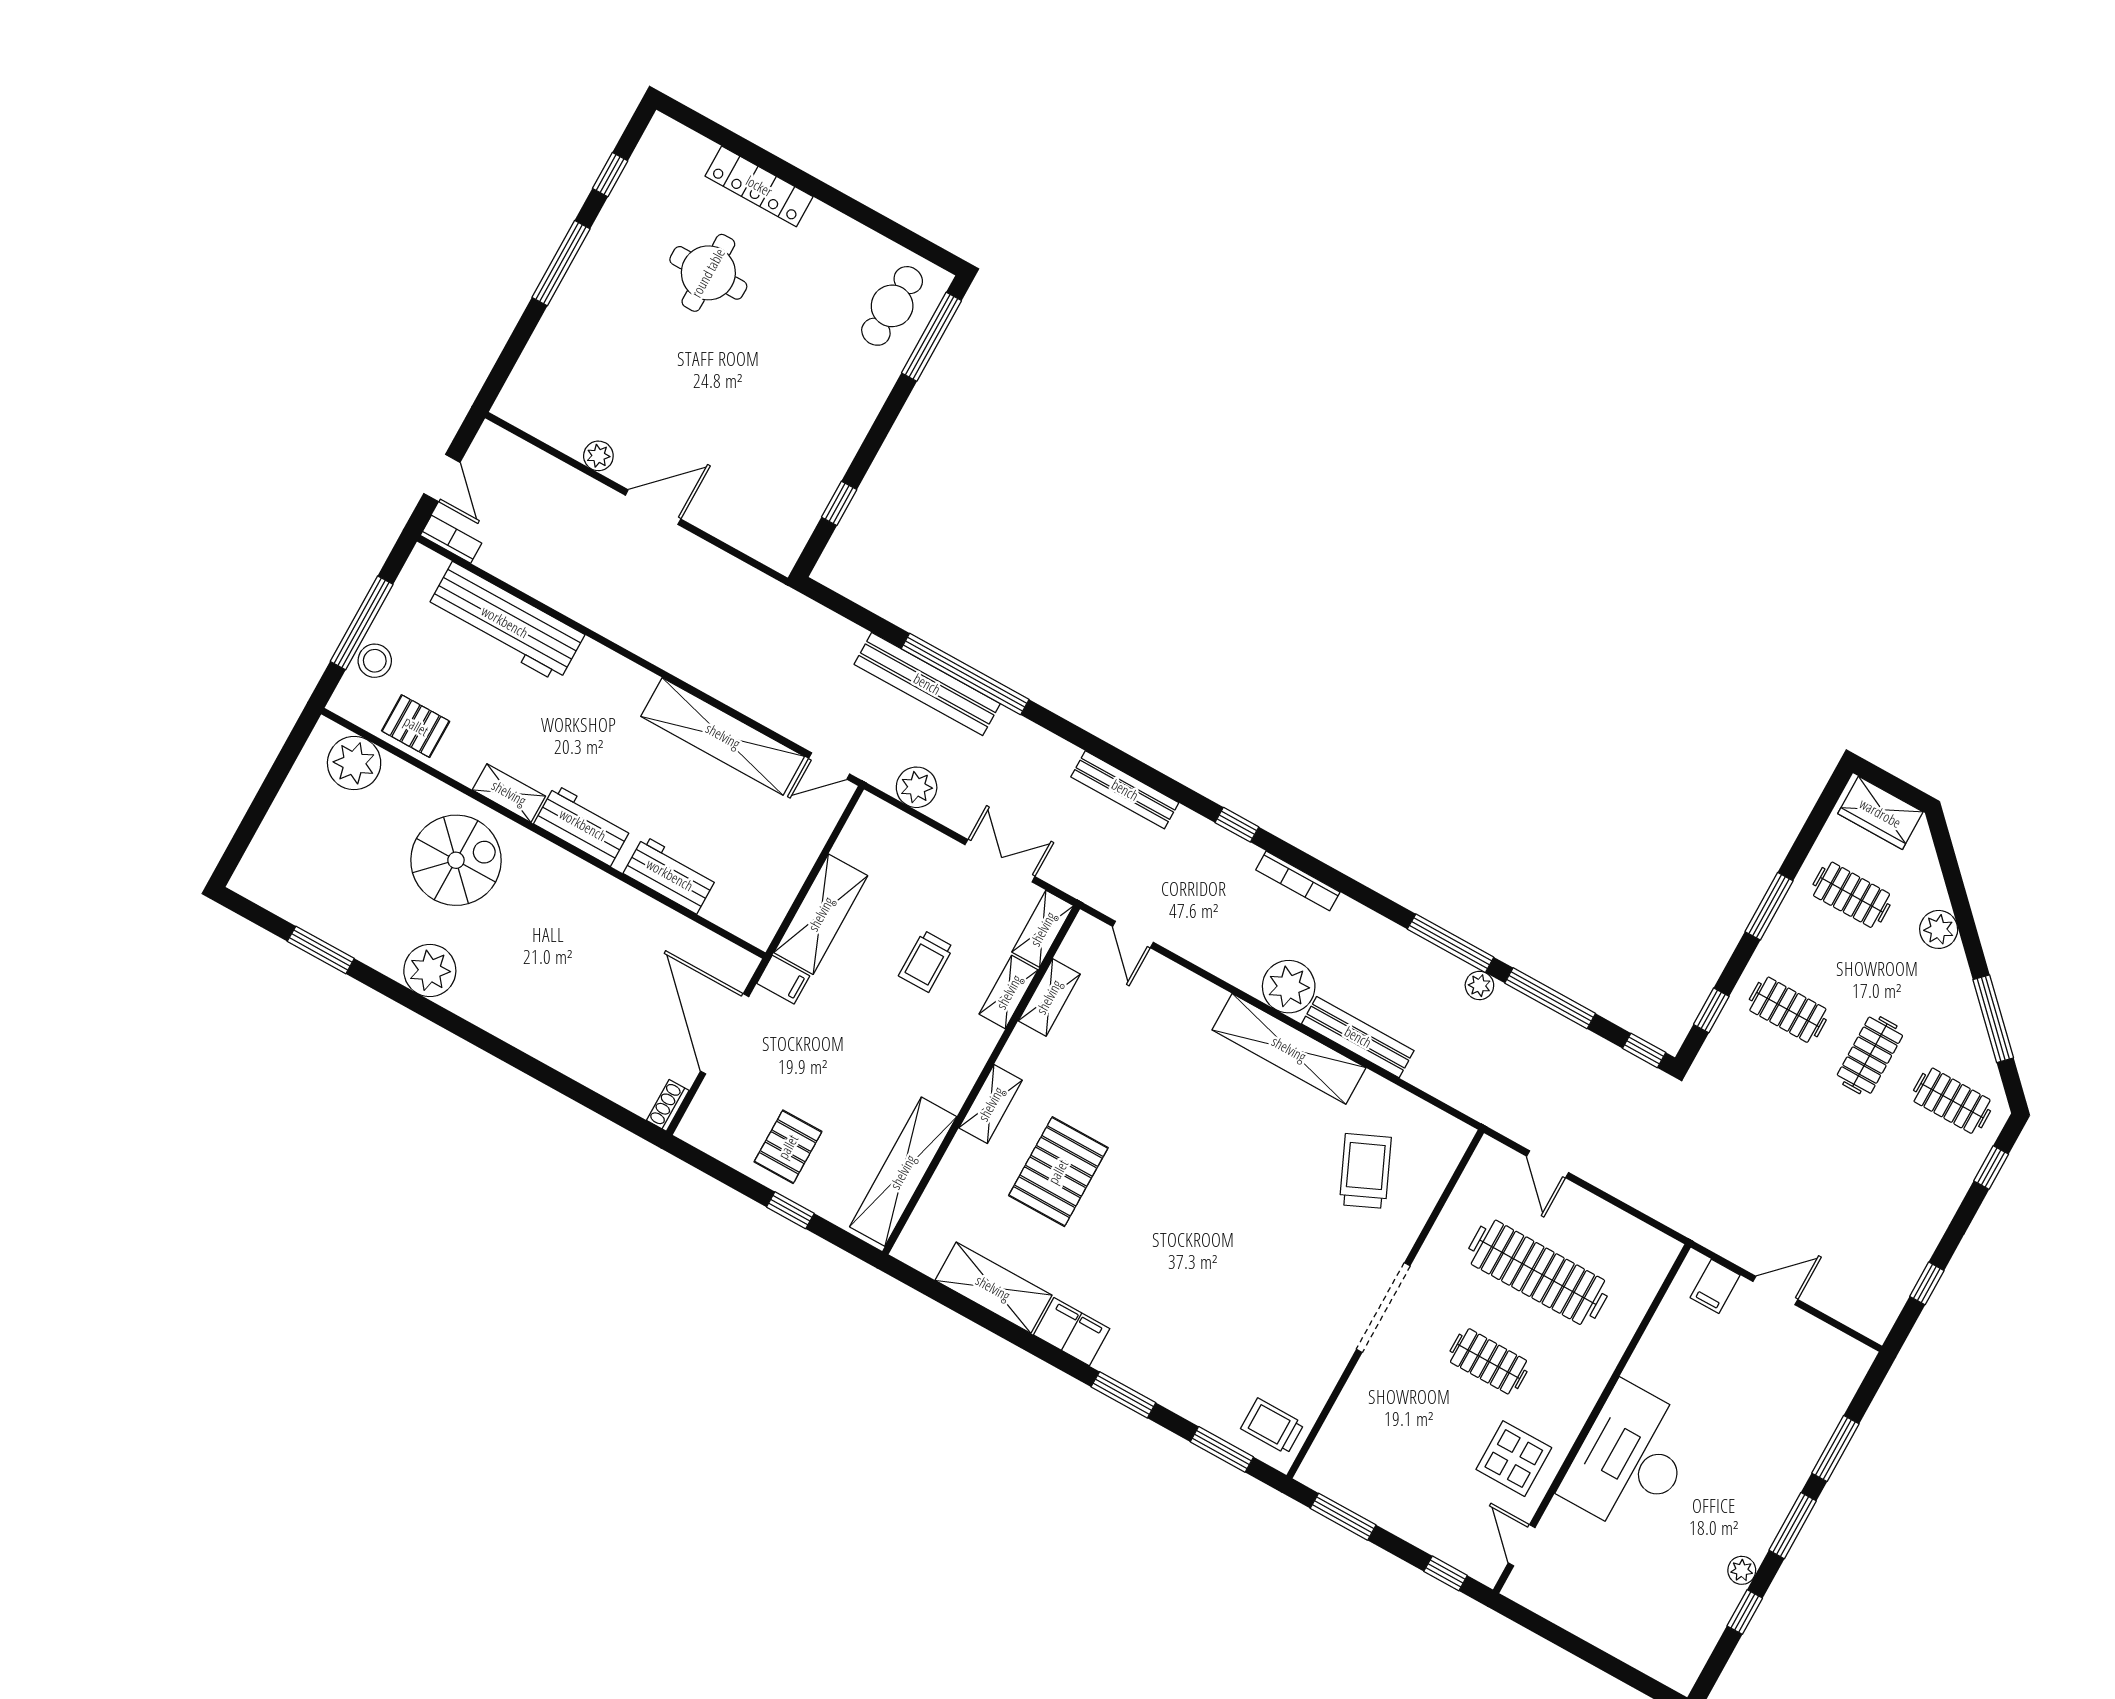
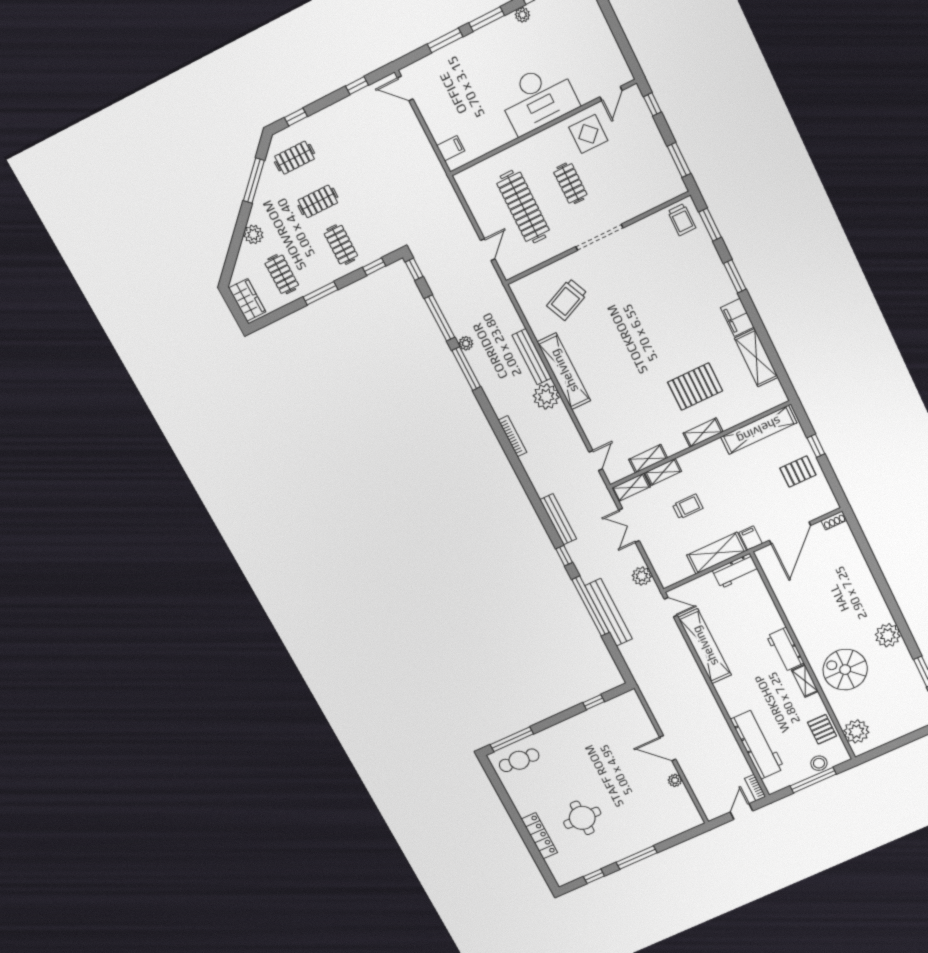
window: (1237, 825) -> (564, 556), moved
workbench: (670, 875) -> (735, 571), moved, turned -90
clothes rail: (1952, 1101) -> (295, 158), turned 90
door: (1775, 1291) -> (405, 88), moved

